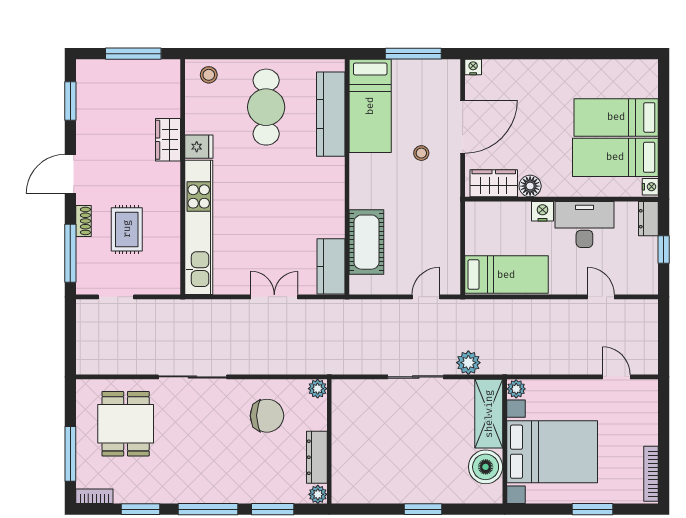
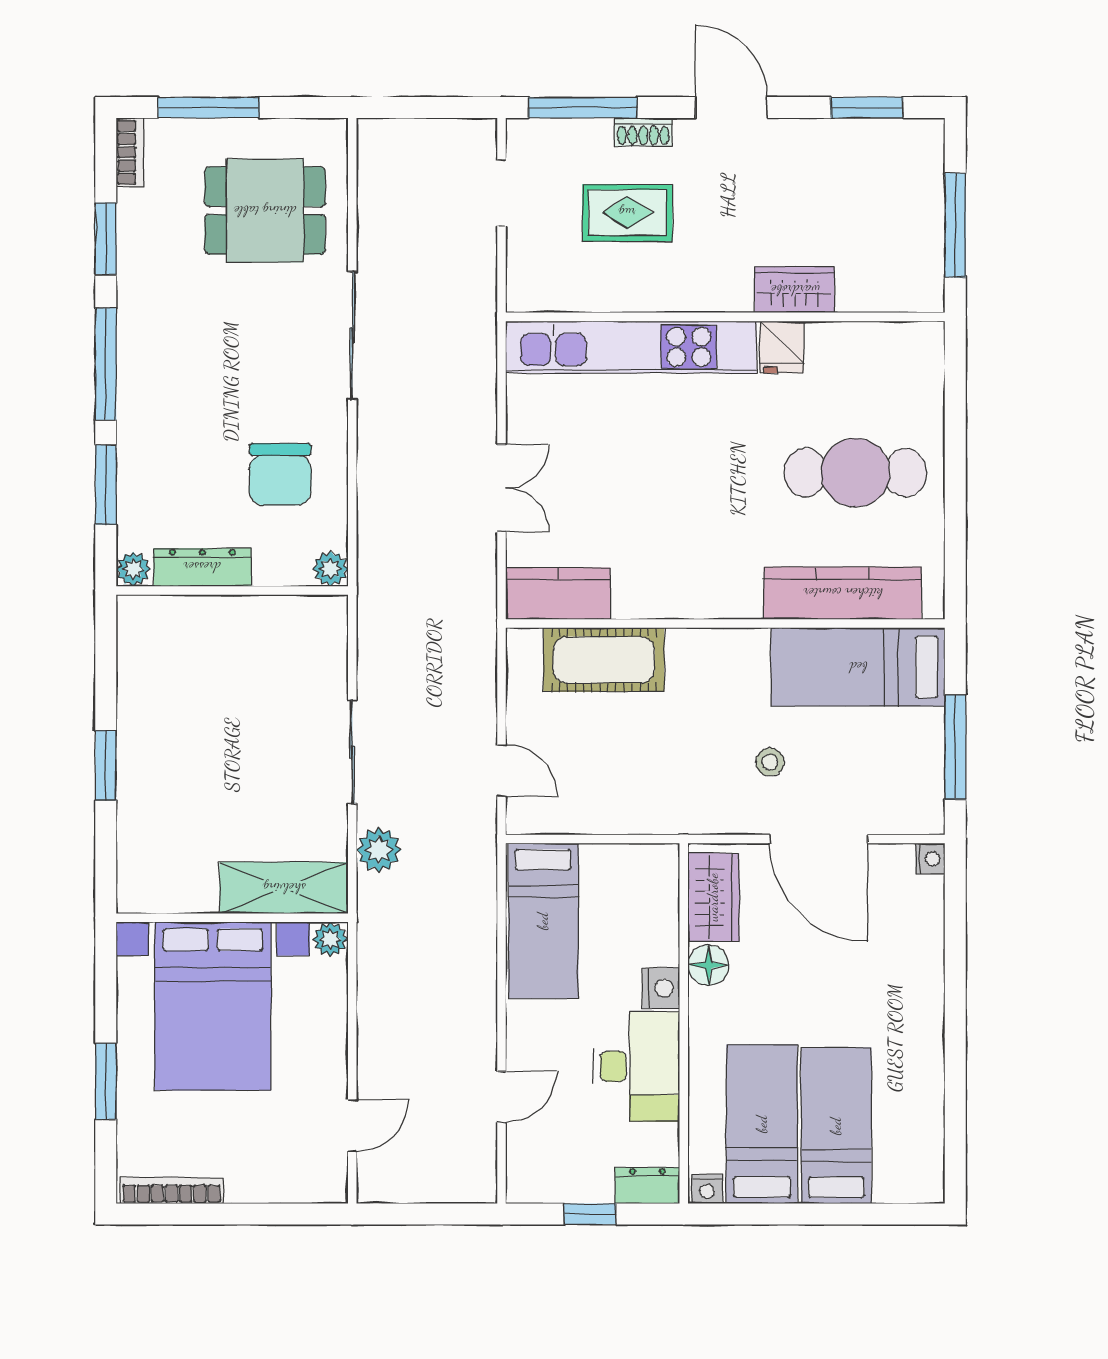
stool: (209, 75) -> (916, 366), removed
boiler: (486, 467) -> (185, 882), removed

